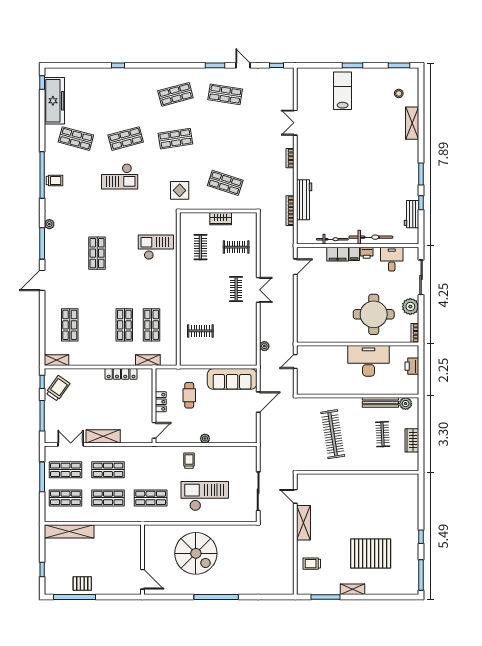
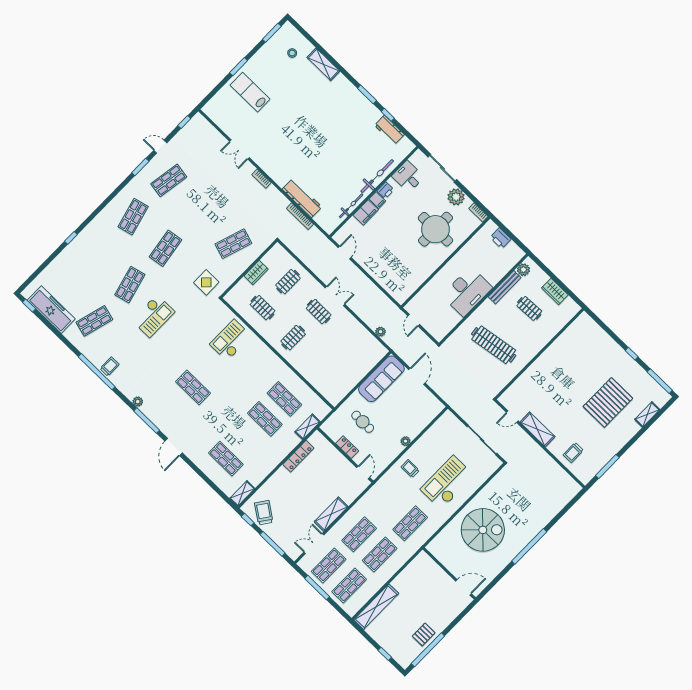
clothes rail: (200, 331) -> (293, 338), moved
desk: (369, 361) -> (467, 292), moved, turned 180
shelving: (352, 589) -> (647, 414), moved

